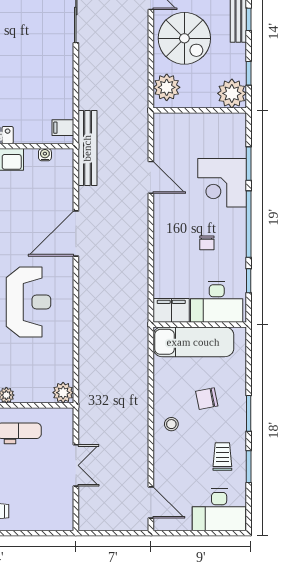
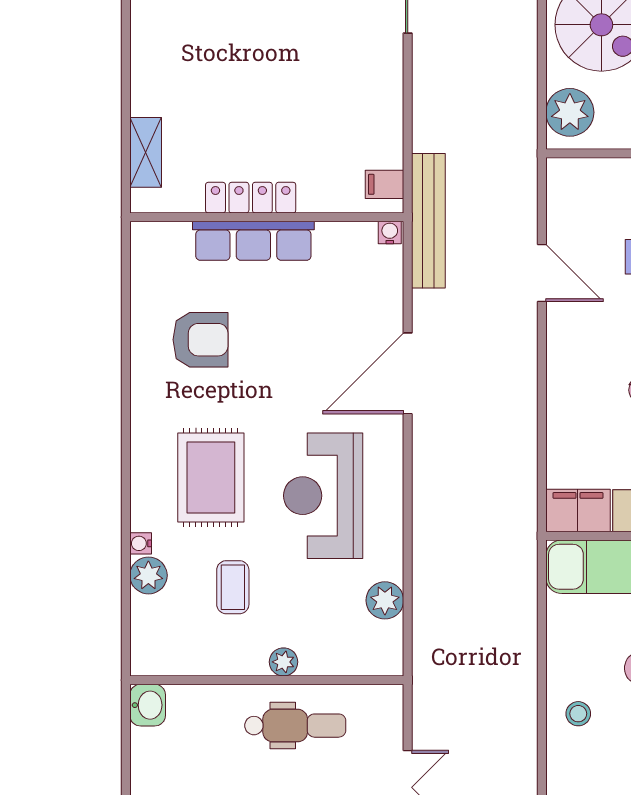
water cooler: (45, 155) -> (390, 233), moved
reception desk: (29, 302) -> (323, 496), turned 180
plant: (63, 393) -> (385, 600), moved

